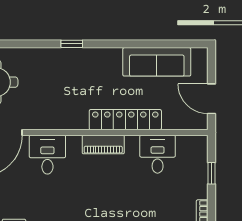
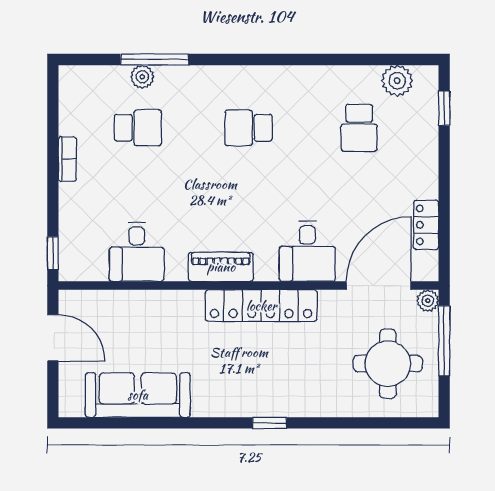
locker: (125, 120) -> (261, 306), moved
window: (212, 173) -> (53, 253), moved

